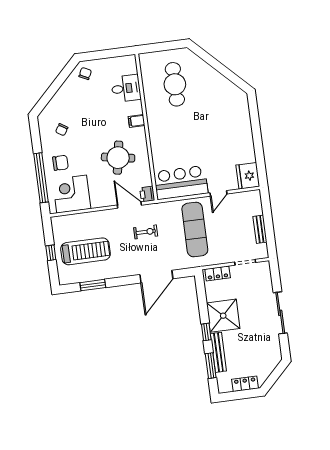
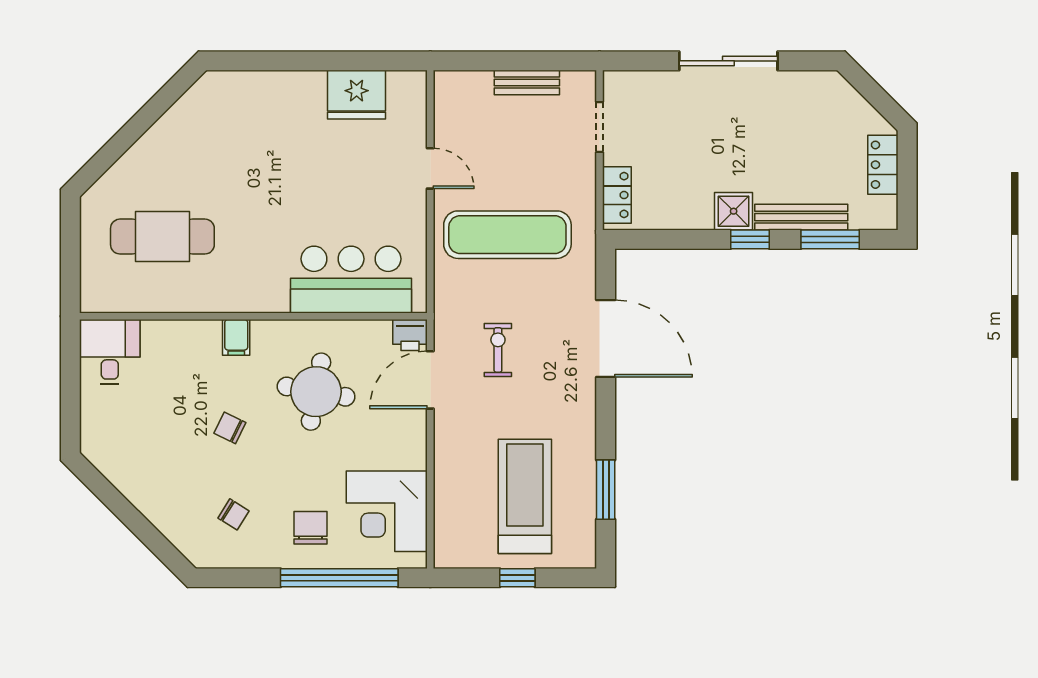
chair: (85, 73) -> (230, 428), moved
desk: (126, 88) -> (110, 352), moved
fridge: (248, 176) -> (357, 95), moved
bar counter: (181, 183) -> (351, 280), moved, turned 90
shower: (223, 316) -> (734, 211), width x0.54, depth x0.54

